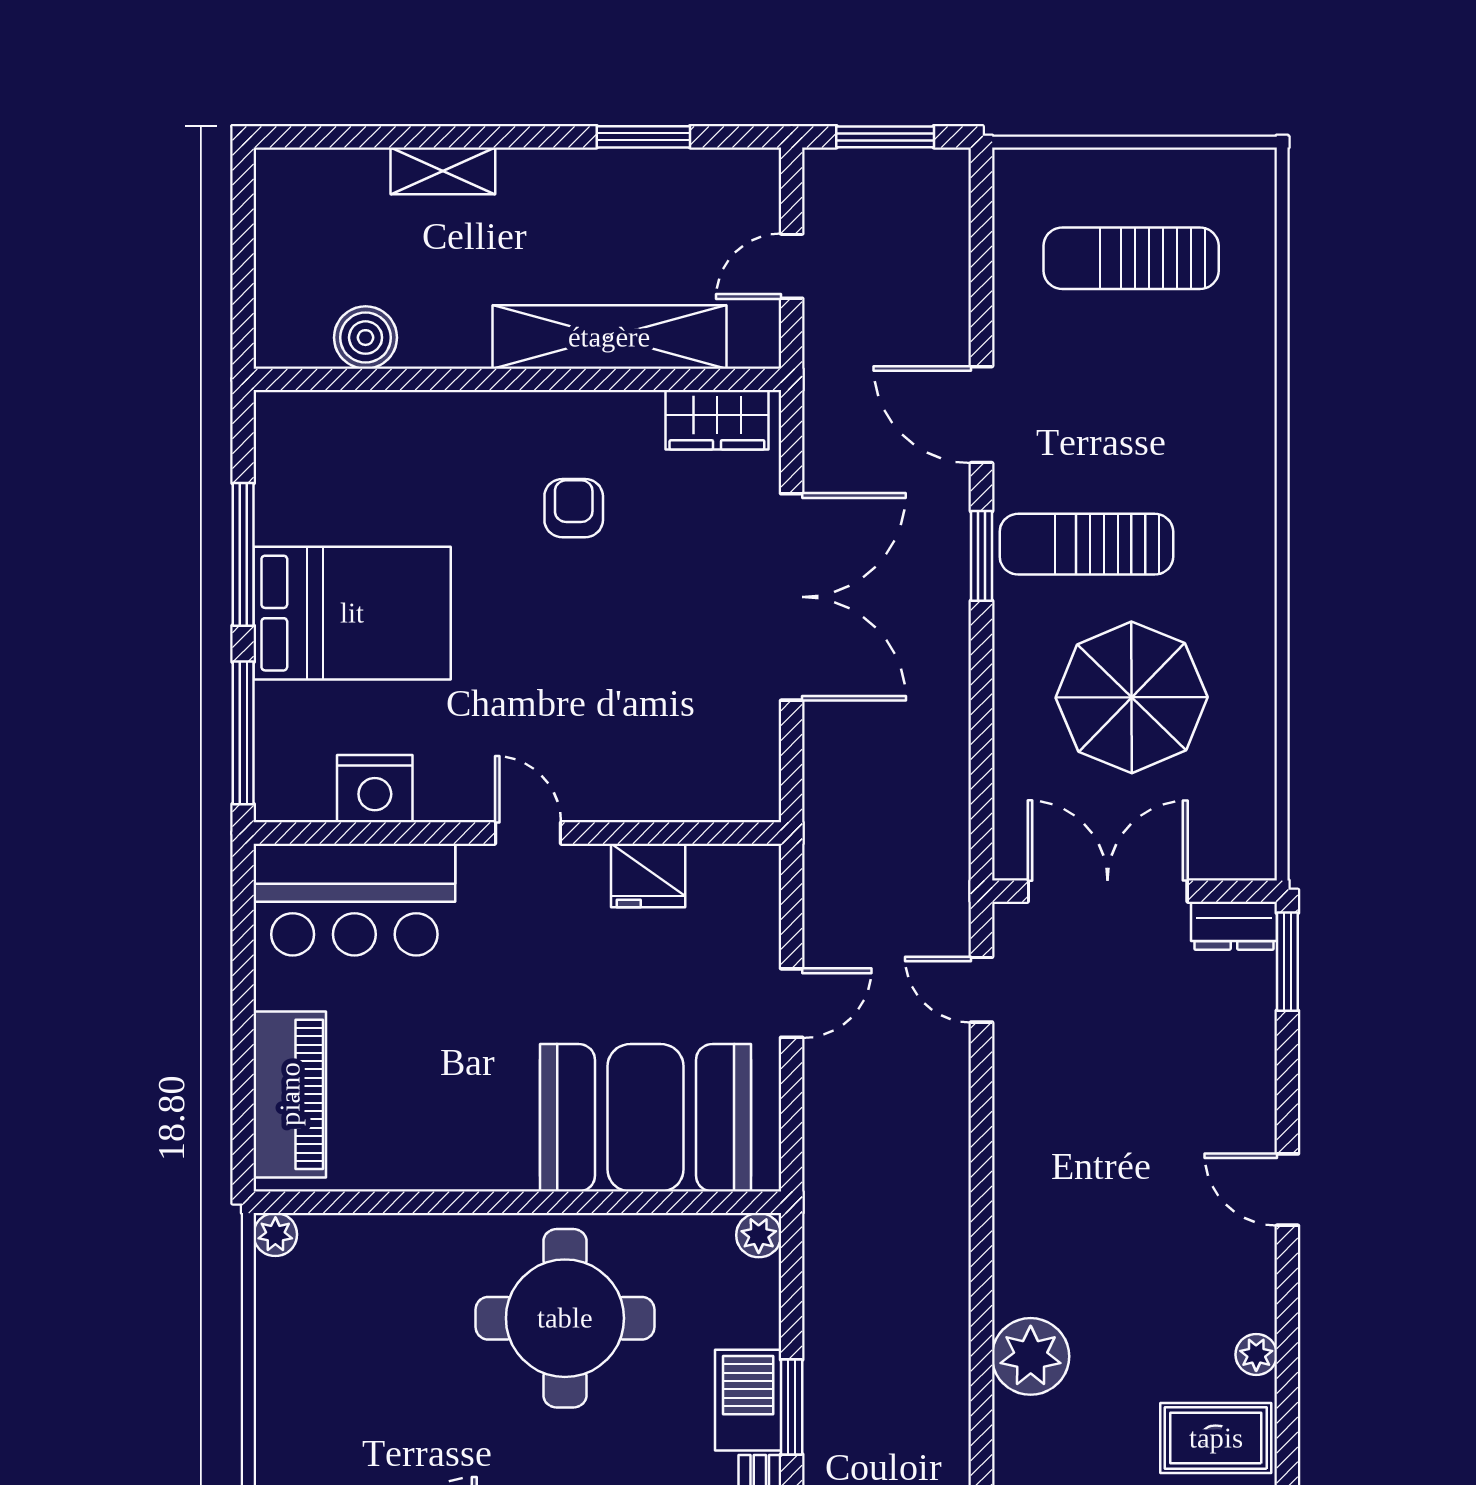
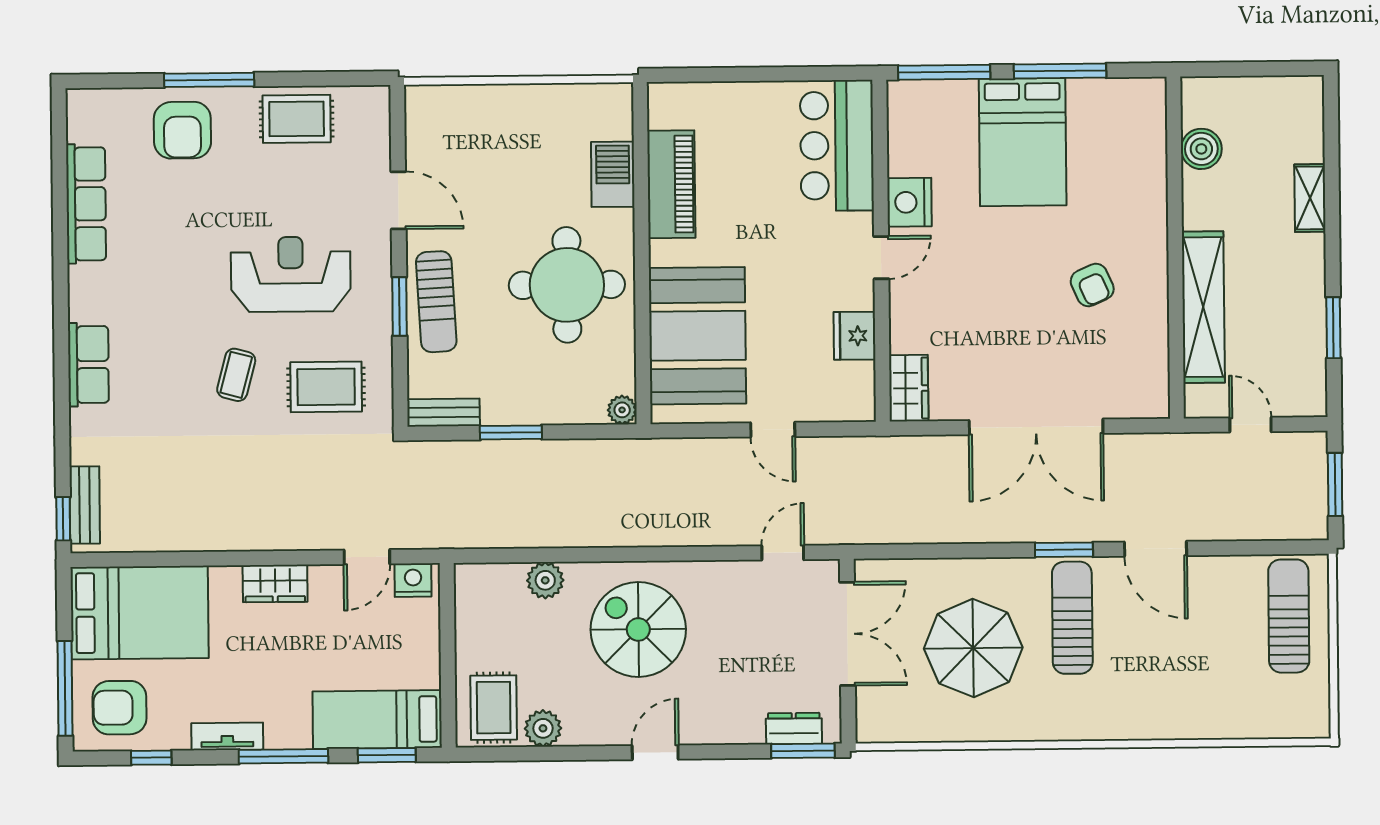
sun lounger: (1131, 258) -> (1289, 616), moved
door: (981, 415) -> (1156, 549), swing flipped
wardrobe: (717, 420) -> (909, 388), moved, turned 180
armchair: (574, 508) -> (1092, 285), turned 66
nightstand: (375, 789) -> (909, 202), moved
dresser: (1234, 926) -> (794, 728), moved, turned 90
piano: (290, 1094) -> (671, 184), moved, turned -90
spiral stairs: (1098, 1214) -> (638, 629), added
plant: (275, 1234) -> (619, 97), removed
plant: (1256, 1355) -> (543, 728), width x1.38, depth x1.38
plant: (1031, 1356) -> (545, 580), width x0.73, depth x0.73
barbecue: (748, 1400) -> (613, 174), moved, turned -90

